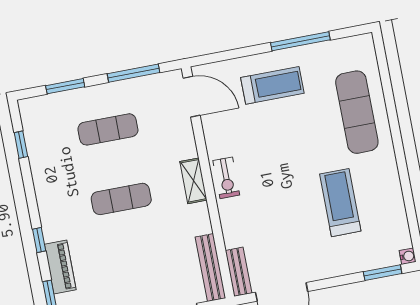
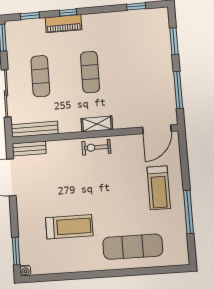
exercise mat: (108, 129) -> (40, 76), moved
piano: (60, 267) -> (64, 24), moved

